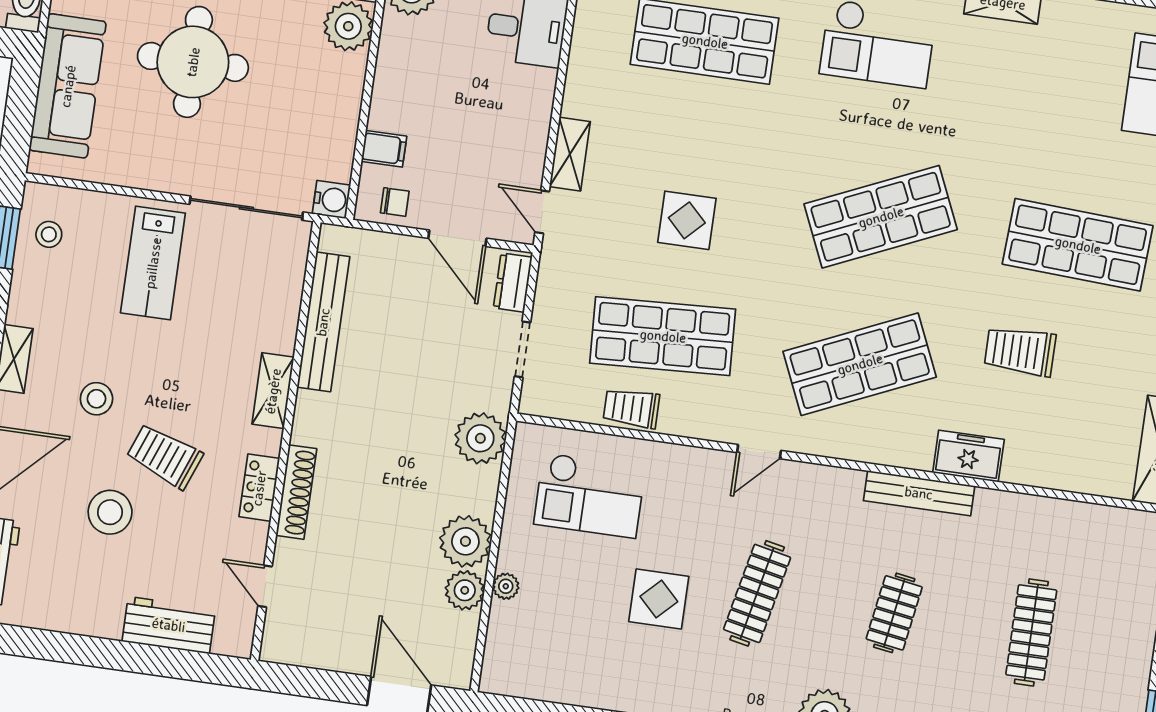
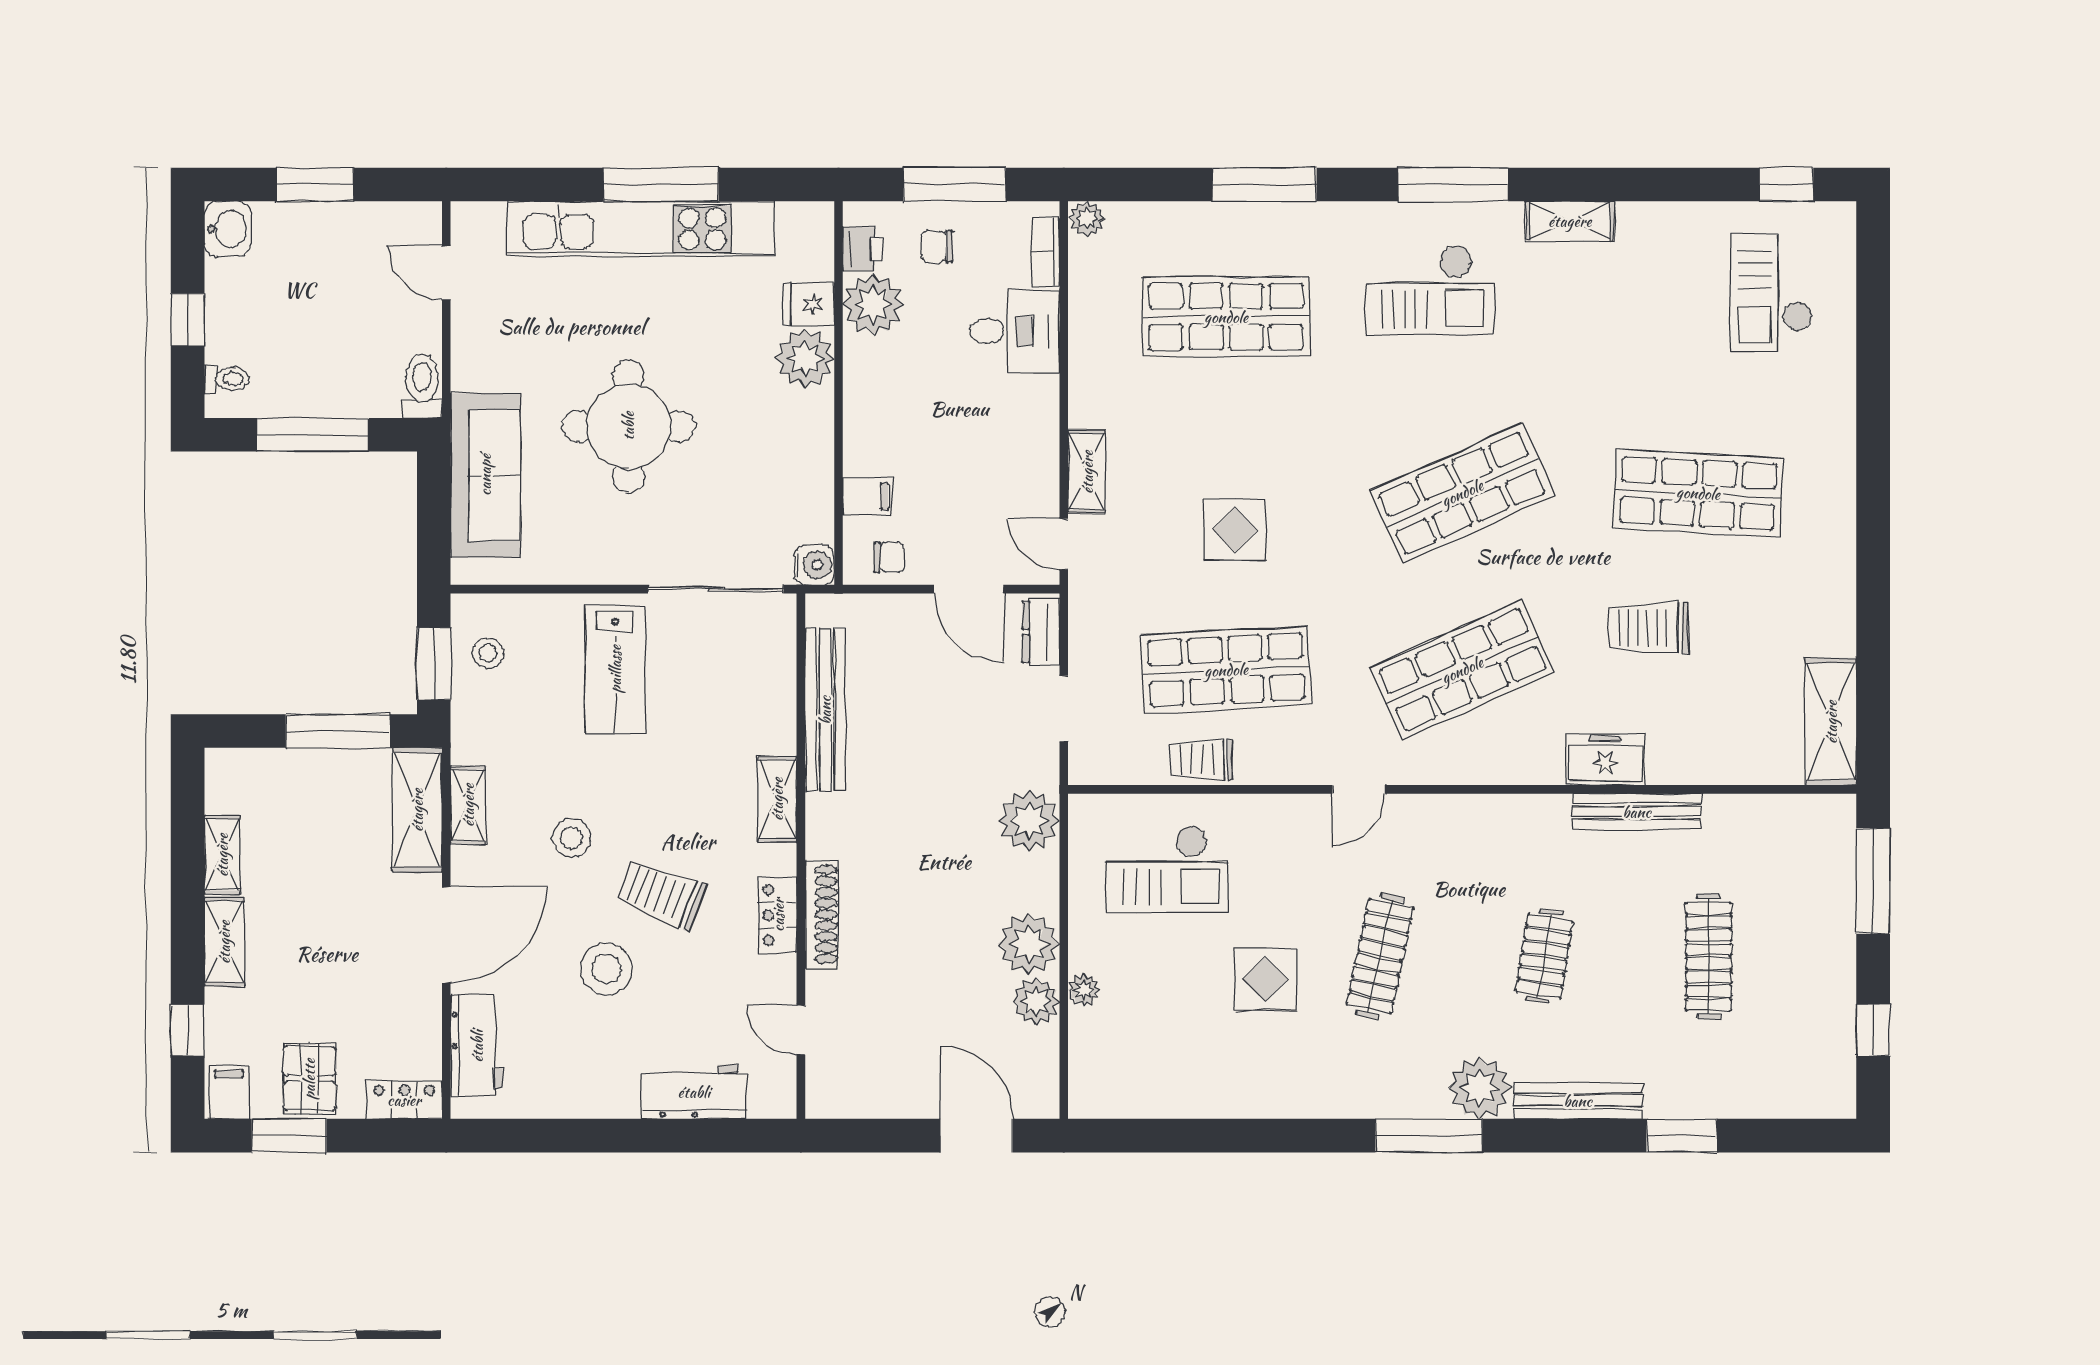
bench: (919, 493) -> (1637, 812), moved

